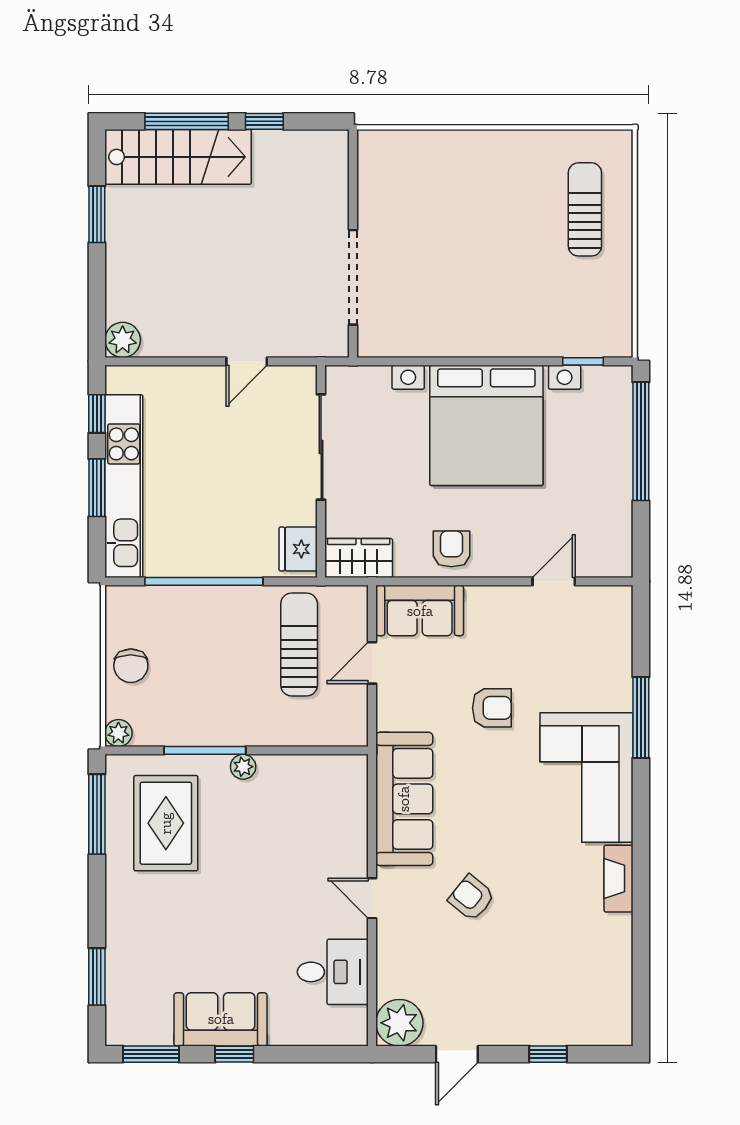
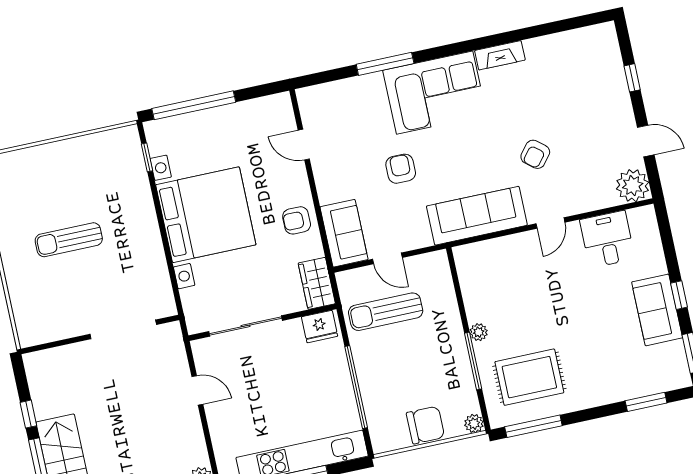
sun lounger: (585, 209) -> (69, 240), moved
chair: (131, 666) -> (425, 425), width x1.37, depth x1.37

